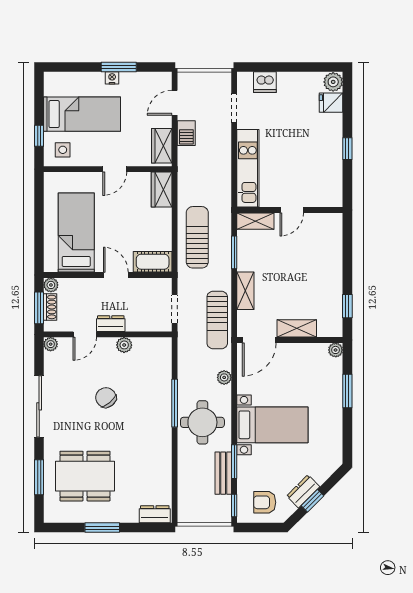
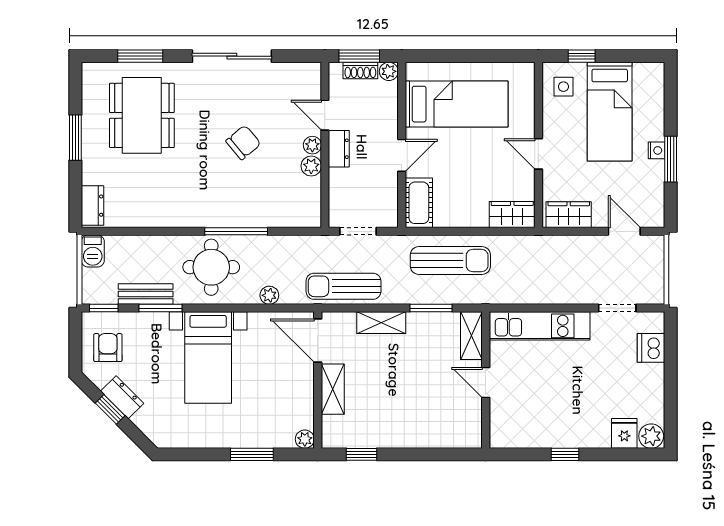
barbecue: (186, 133) -> (93, 251), moved, turned -90
plant: (51, 344) -> (312, 145), moved

